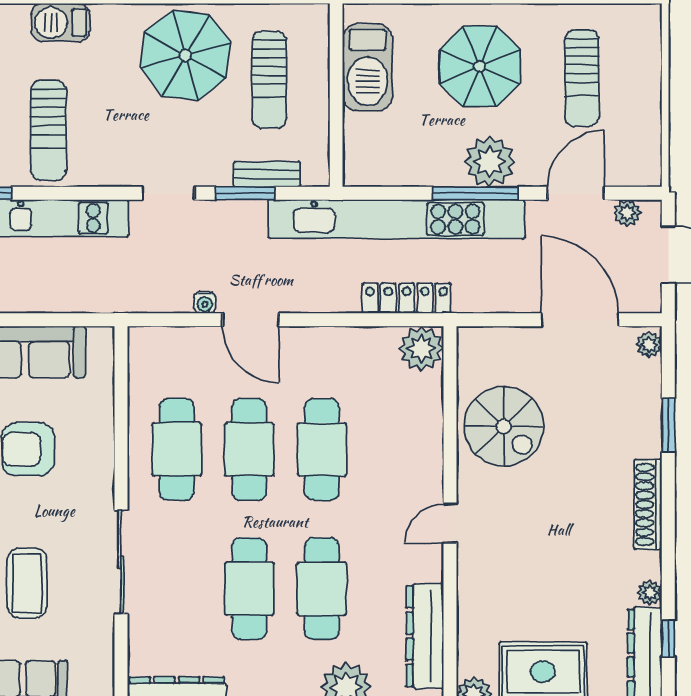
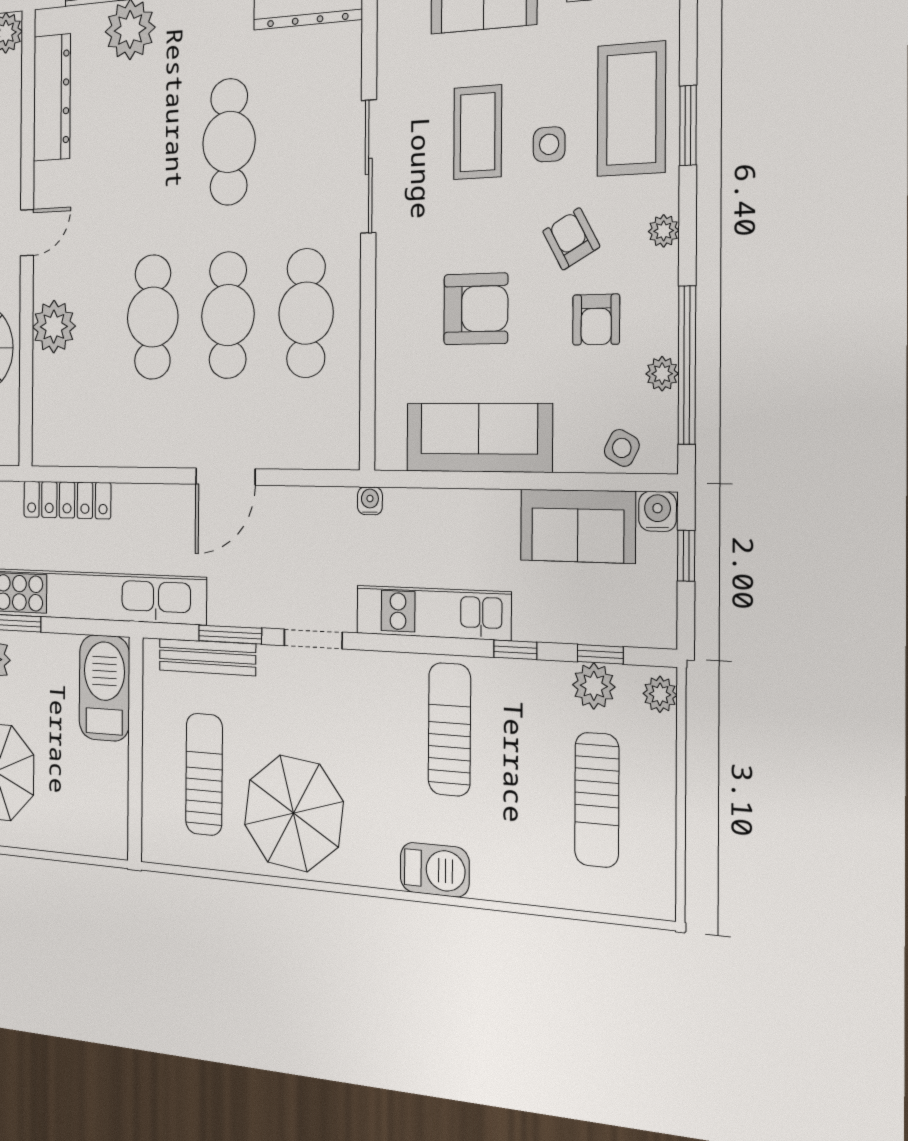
barbecue: (367, 67) -> (104, 688), moved
bench: (267, 174) -> (207, 657), width x1.36
water cooler: (205, 303) -> (370, 501), moved
door: (251, 320) -> (225, 477), swing flipped
plant: (421, 348) -> (54, 327), moved
cafe table: (322, 589) -> (154, 147), removed

